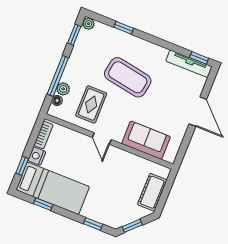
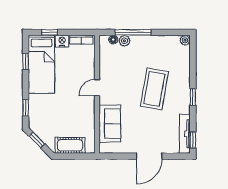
window: (124, 28) -> (193, 97), moved
window: (74, 35) -> (172, 32), removed
rug: (91, 104) -> (121, 68), removed

